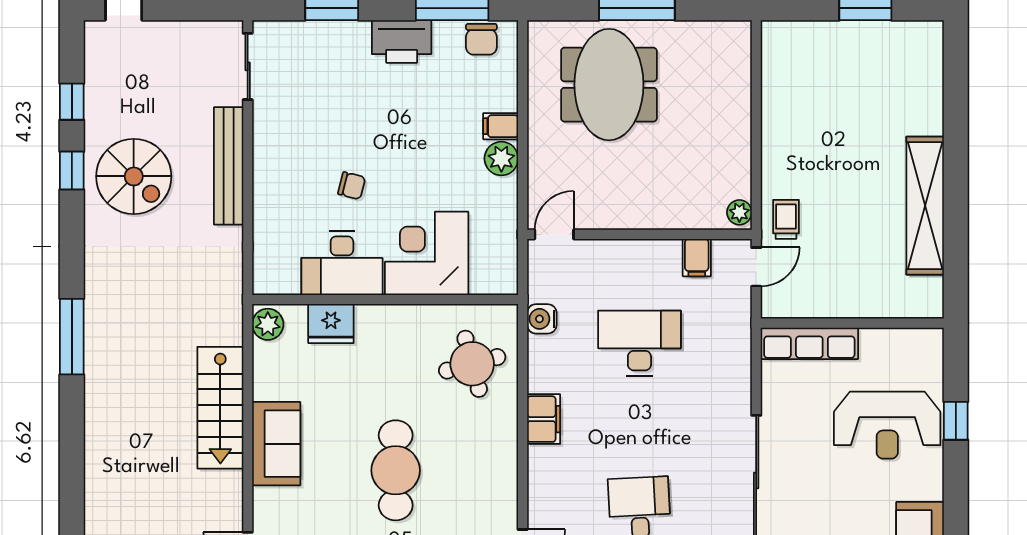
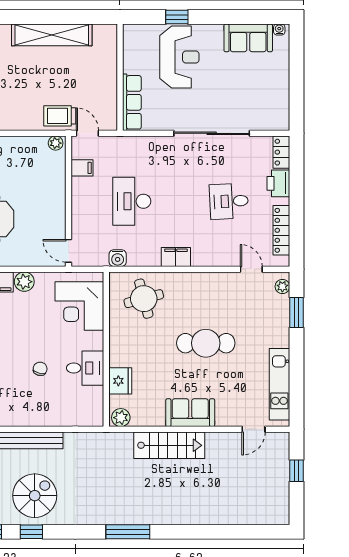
trolley: (786, 219) -> (60, 116), width x1.36, depth x1.39
corner desk: (427, 253) -> (79, 306), moved
desk: (342, 263) -> (85, 368), width x0.73

